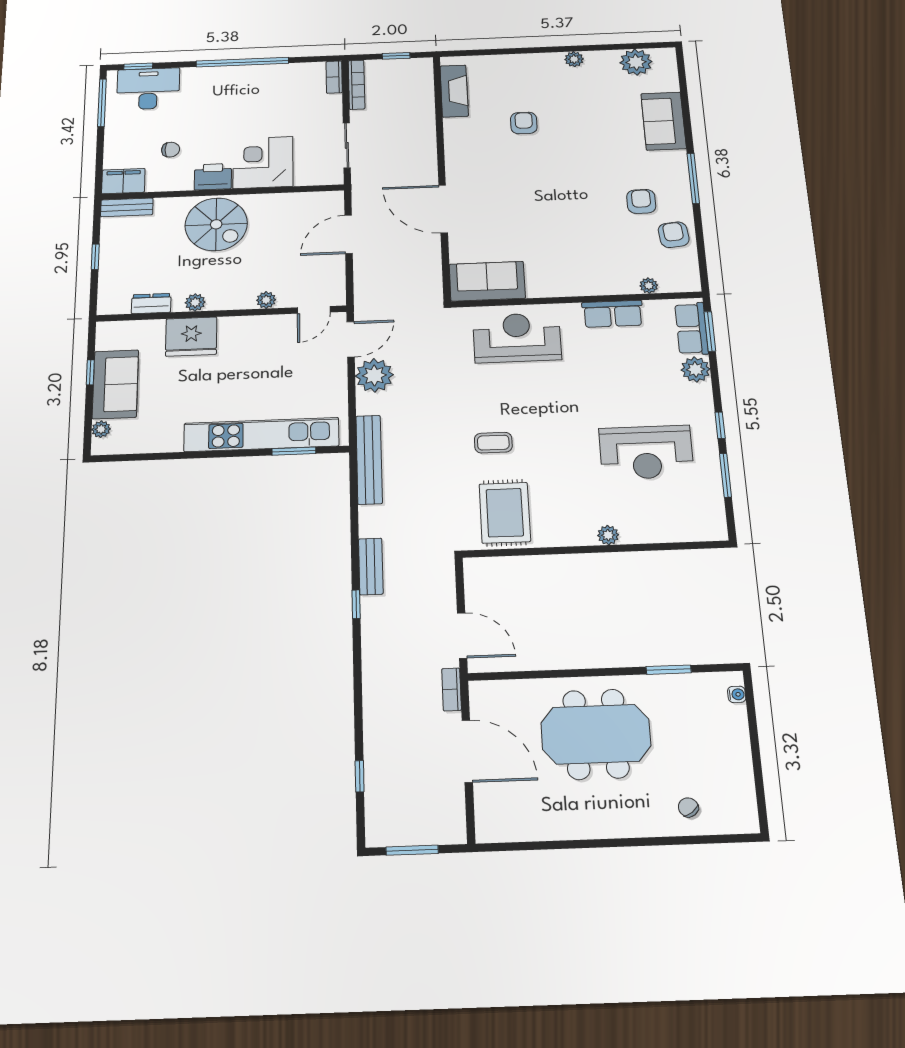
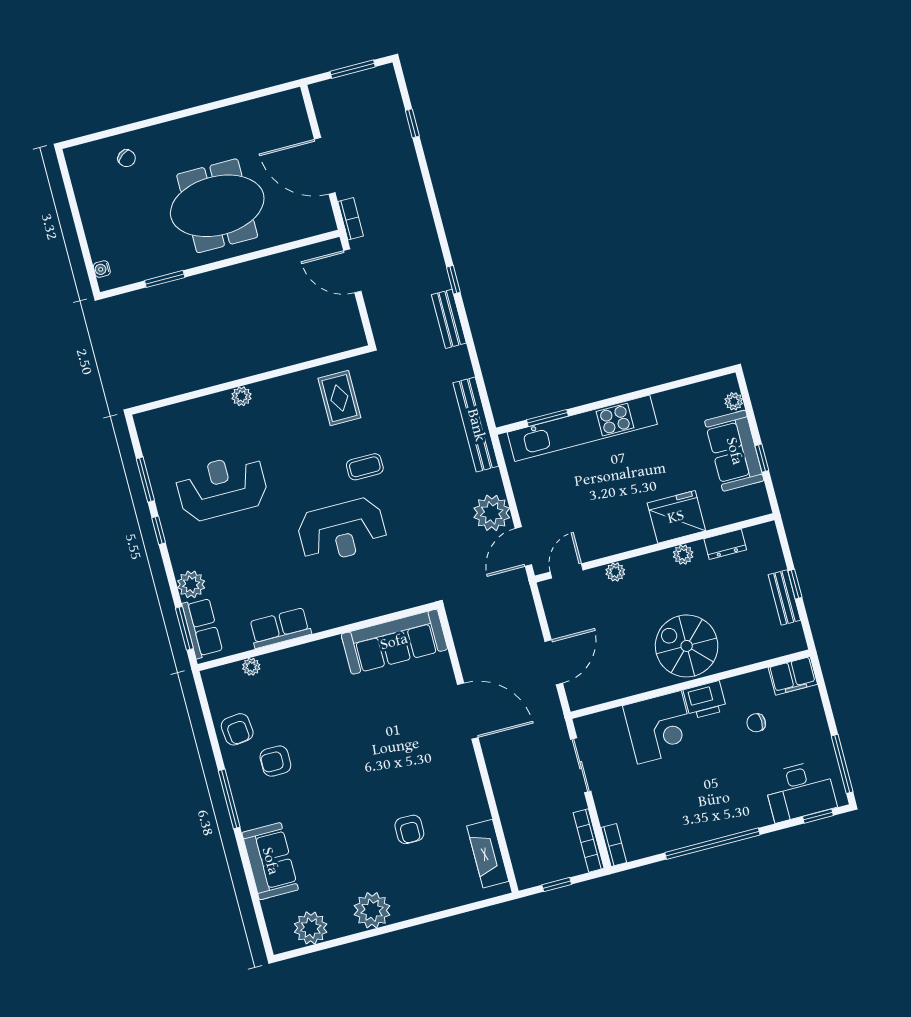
plant: (574, 59) -> (372, 910), width x1.87, depth x1.87
armchair: (641, 201) -> (275, 761), turned 90
bench: (127, 207) -> (784, 597), moved, turned 90
sofa: (487, 281) -> (394, 642), width x1.36
reception desk: (517, 338) -> (342, 531), moved
rug: (505, 513) -> (339, 398), width x0.73, depth x0.70

